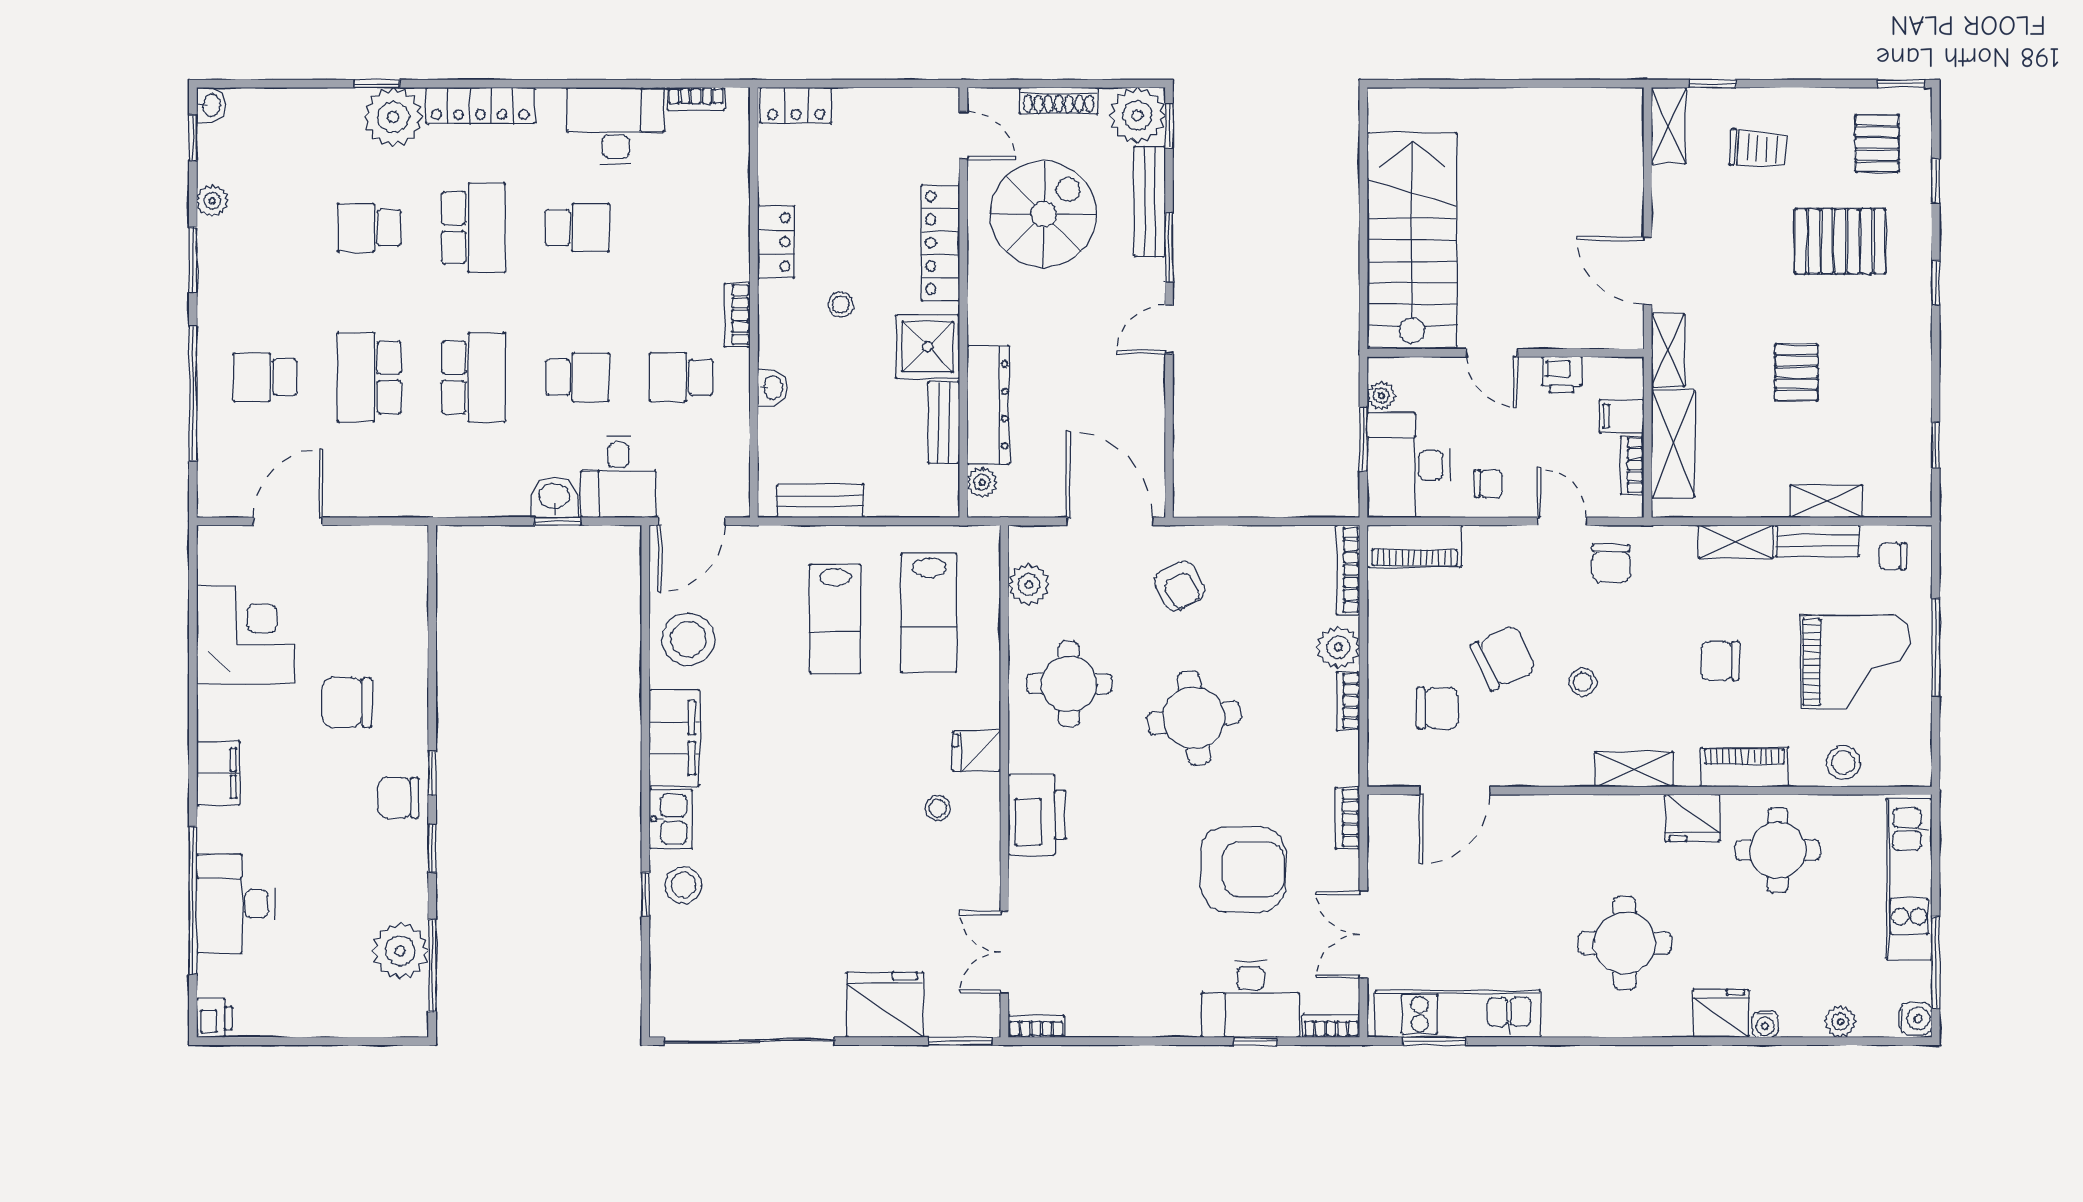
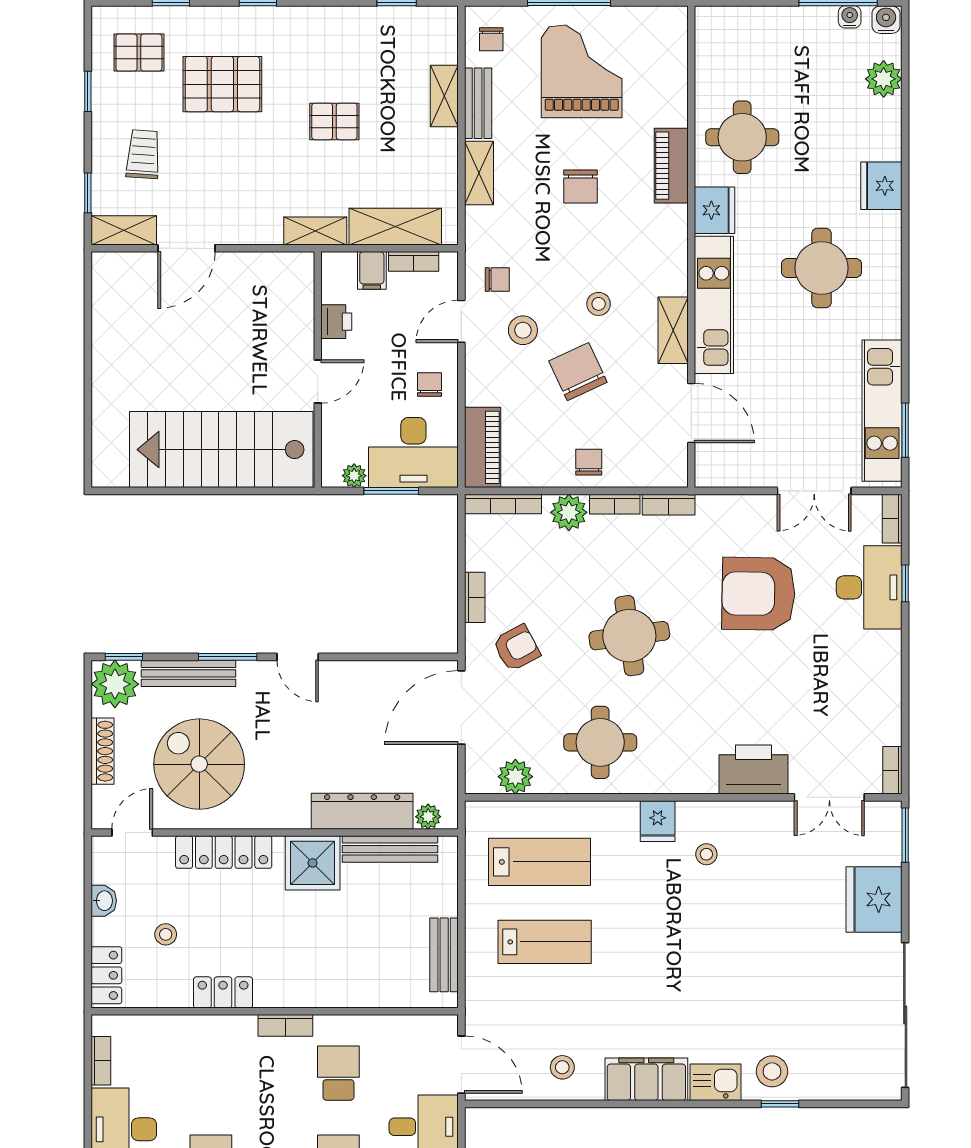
window: (1901, 84) -> (88, 91), moved
pallet: (1840, 241) -> (222, 84), turned 90
door: (1648, 271) -> (186, 248), moved
stool: (841, 305) -> (166, 934), moved
school desk: (681, 377) -> (338, 1073), turned 180
washbasin: (772, 388) -> (104, 901), moved, turned 90
bench: (944, 423) -> (390, 849), width x1.36
bookcase: (1239, 537) -> (475, 597), added
chair: (1611, 563) -> (497, 279), width x0.73, depth x0.73
stool: (688, 639) -> (562, 1067), width x0.53, depth x0.53
chair: (1438, 708) -> (589, 462), moved, width x0.73, depth x0.73
stool: (1843, 763) -> (523, 330), moved
shelving: (1634, 769) -> (673, 330), moved
printer: (1037, 815) -> (753, 769), moved
bookcase: (1347, 818) -> (669, 505), moved
armchair: (1243, 869) -> (758, 594), turned -89
kitchen unit: (1909, 879) -> (714, 305), moved, turned -90
plant: (1840, 1022) -> (884, 79), width x1.38, depth x1.38
water cooler: (1765, 1024) -> (850, 17), moved, turned -90

